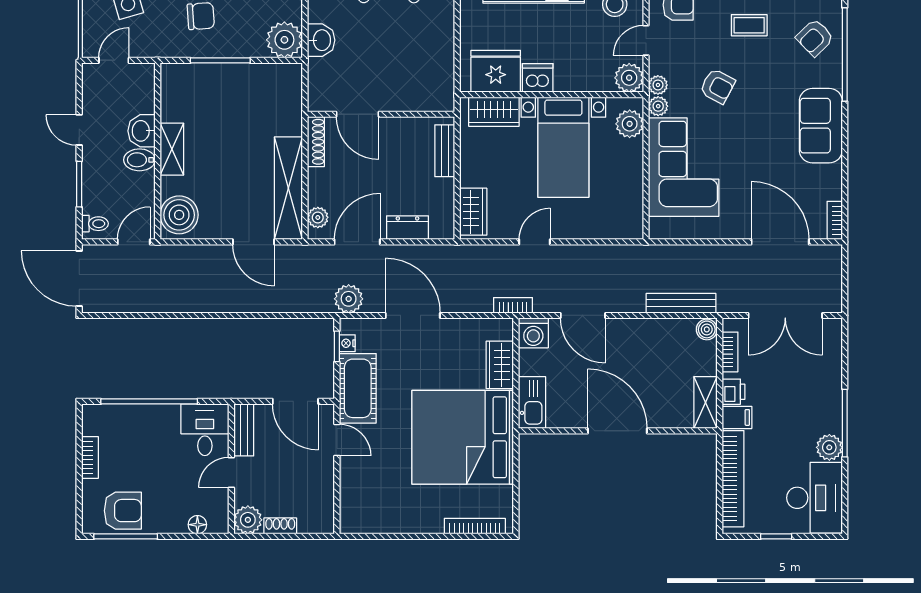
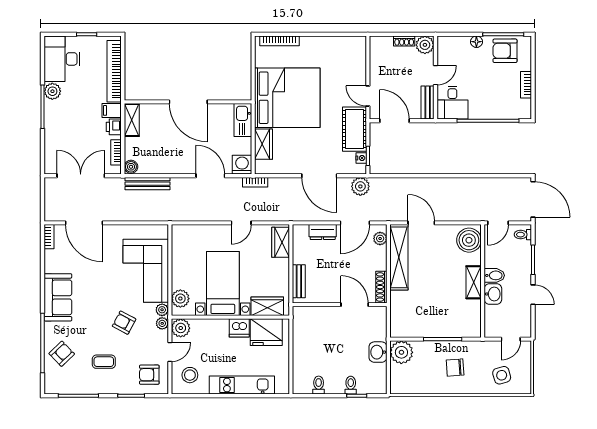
floor lamp: (197, 525) -> (476, 42), moved

